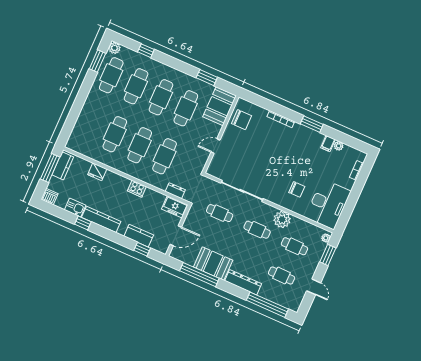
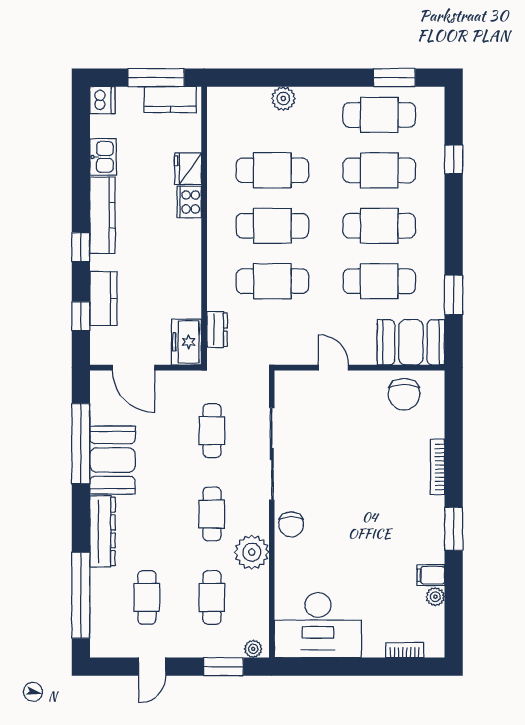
plant: (114, 48) -> (283, 99), moved
cooker: (137, 189) -> (189, 202), moved
chair: (297, 189) -> (291, 524), moved
window: (83, 223) -> (81, 247), moved

